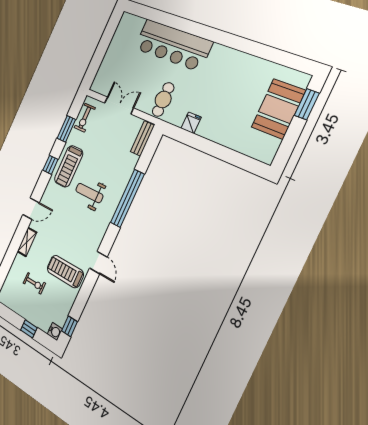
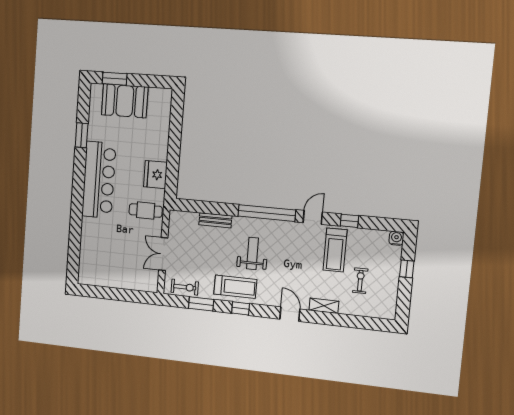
bar counter: (173, 45) -> (99, 180), moved
window: (261, 51) -> (82, 135), added
fridge: (191, 123) -> (155, 175), width x1.88, depth x1.34
bench: (142, 138) -> (215, 220), moved
weight bench: (89, 193) -> (252, 253), turned 180
window: (127, 198) -> (267, 213), moved
window: (70, 326) -> (349, 221), moved

